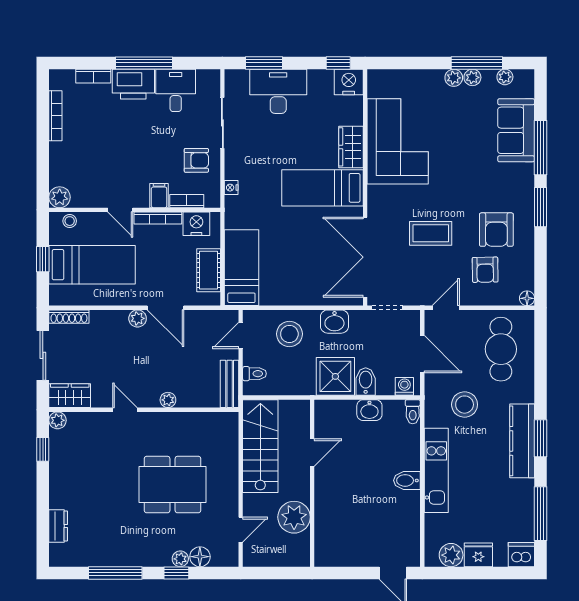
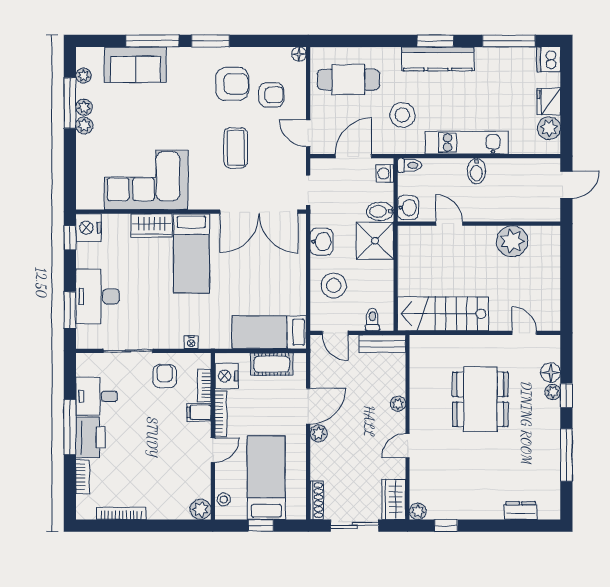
door: (312, 453) -> (449, 224), moved
wall: (312, 483) -> (479, 224), moved
plant: (294, 517) -> (512, 241), moved

